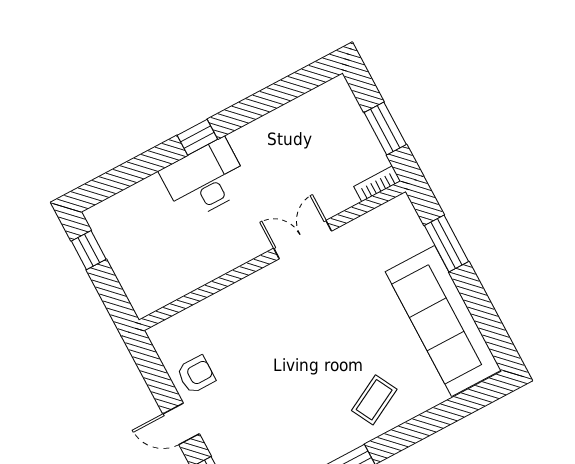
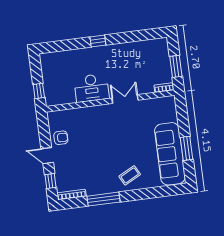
desk: (205, 179) -> (92, 88), moved, turned 180
window: (446, 244) -> (187, 148), moved
window: (89, 250) -> (39, 91), moved

